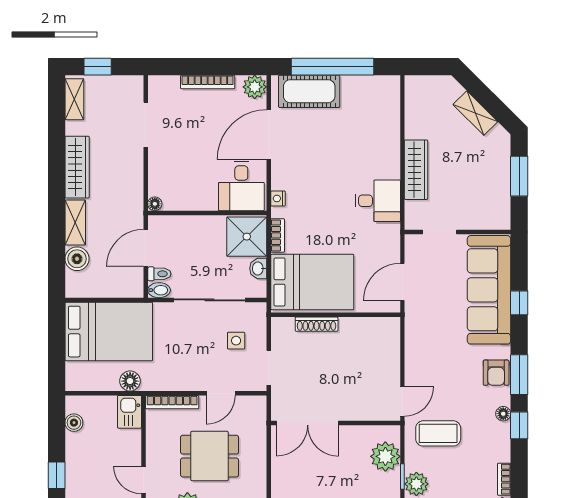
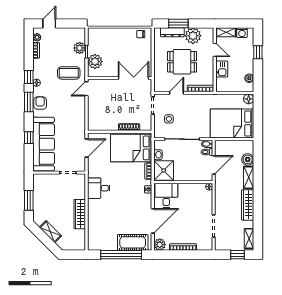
wardrobe: (416, 170) -> (80, 214), moved
floor lamp: (130, 381) -> (249, 99), moved
kitchen sink: (130, 412) -> (222, 69), moved

